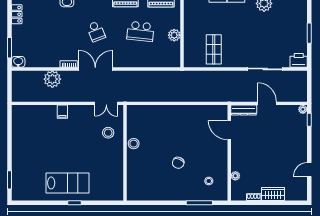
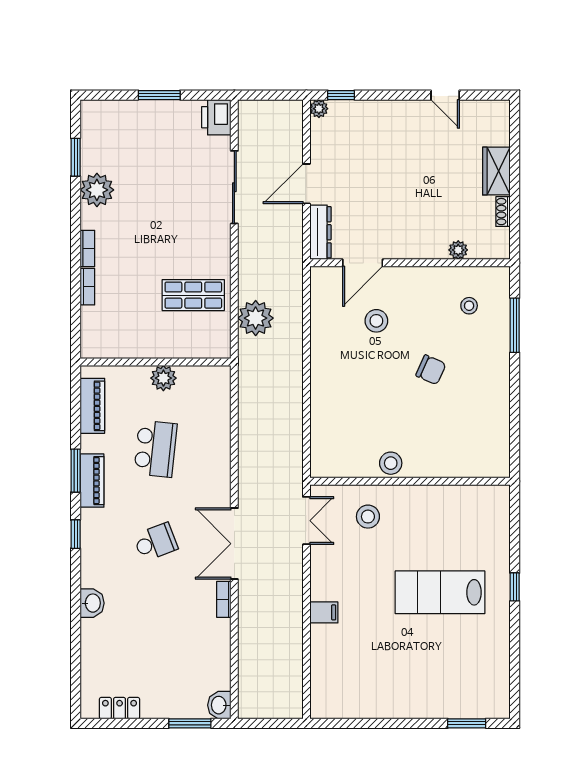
plant: (52, 79) -> (256, 318), moved
stool: (202, 137) -> (376, 321), added
lab bench: (67, 183) -> (440, 592), moved, turned -90

